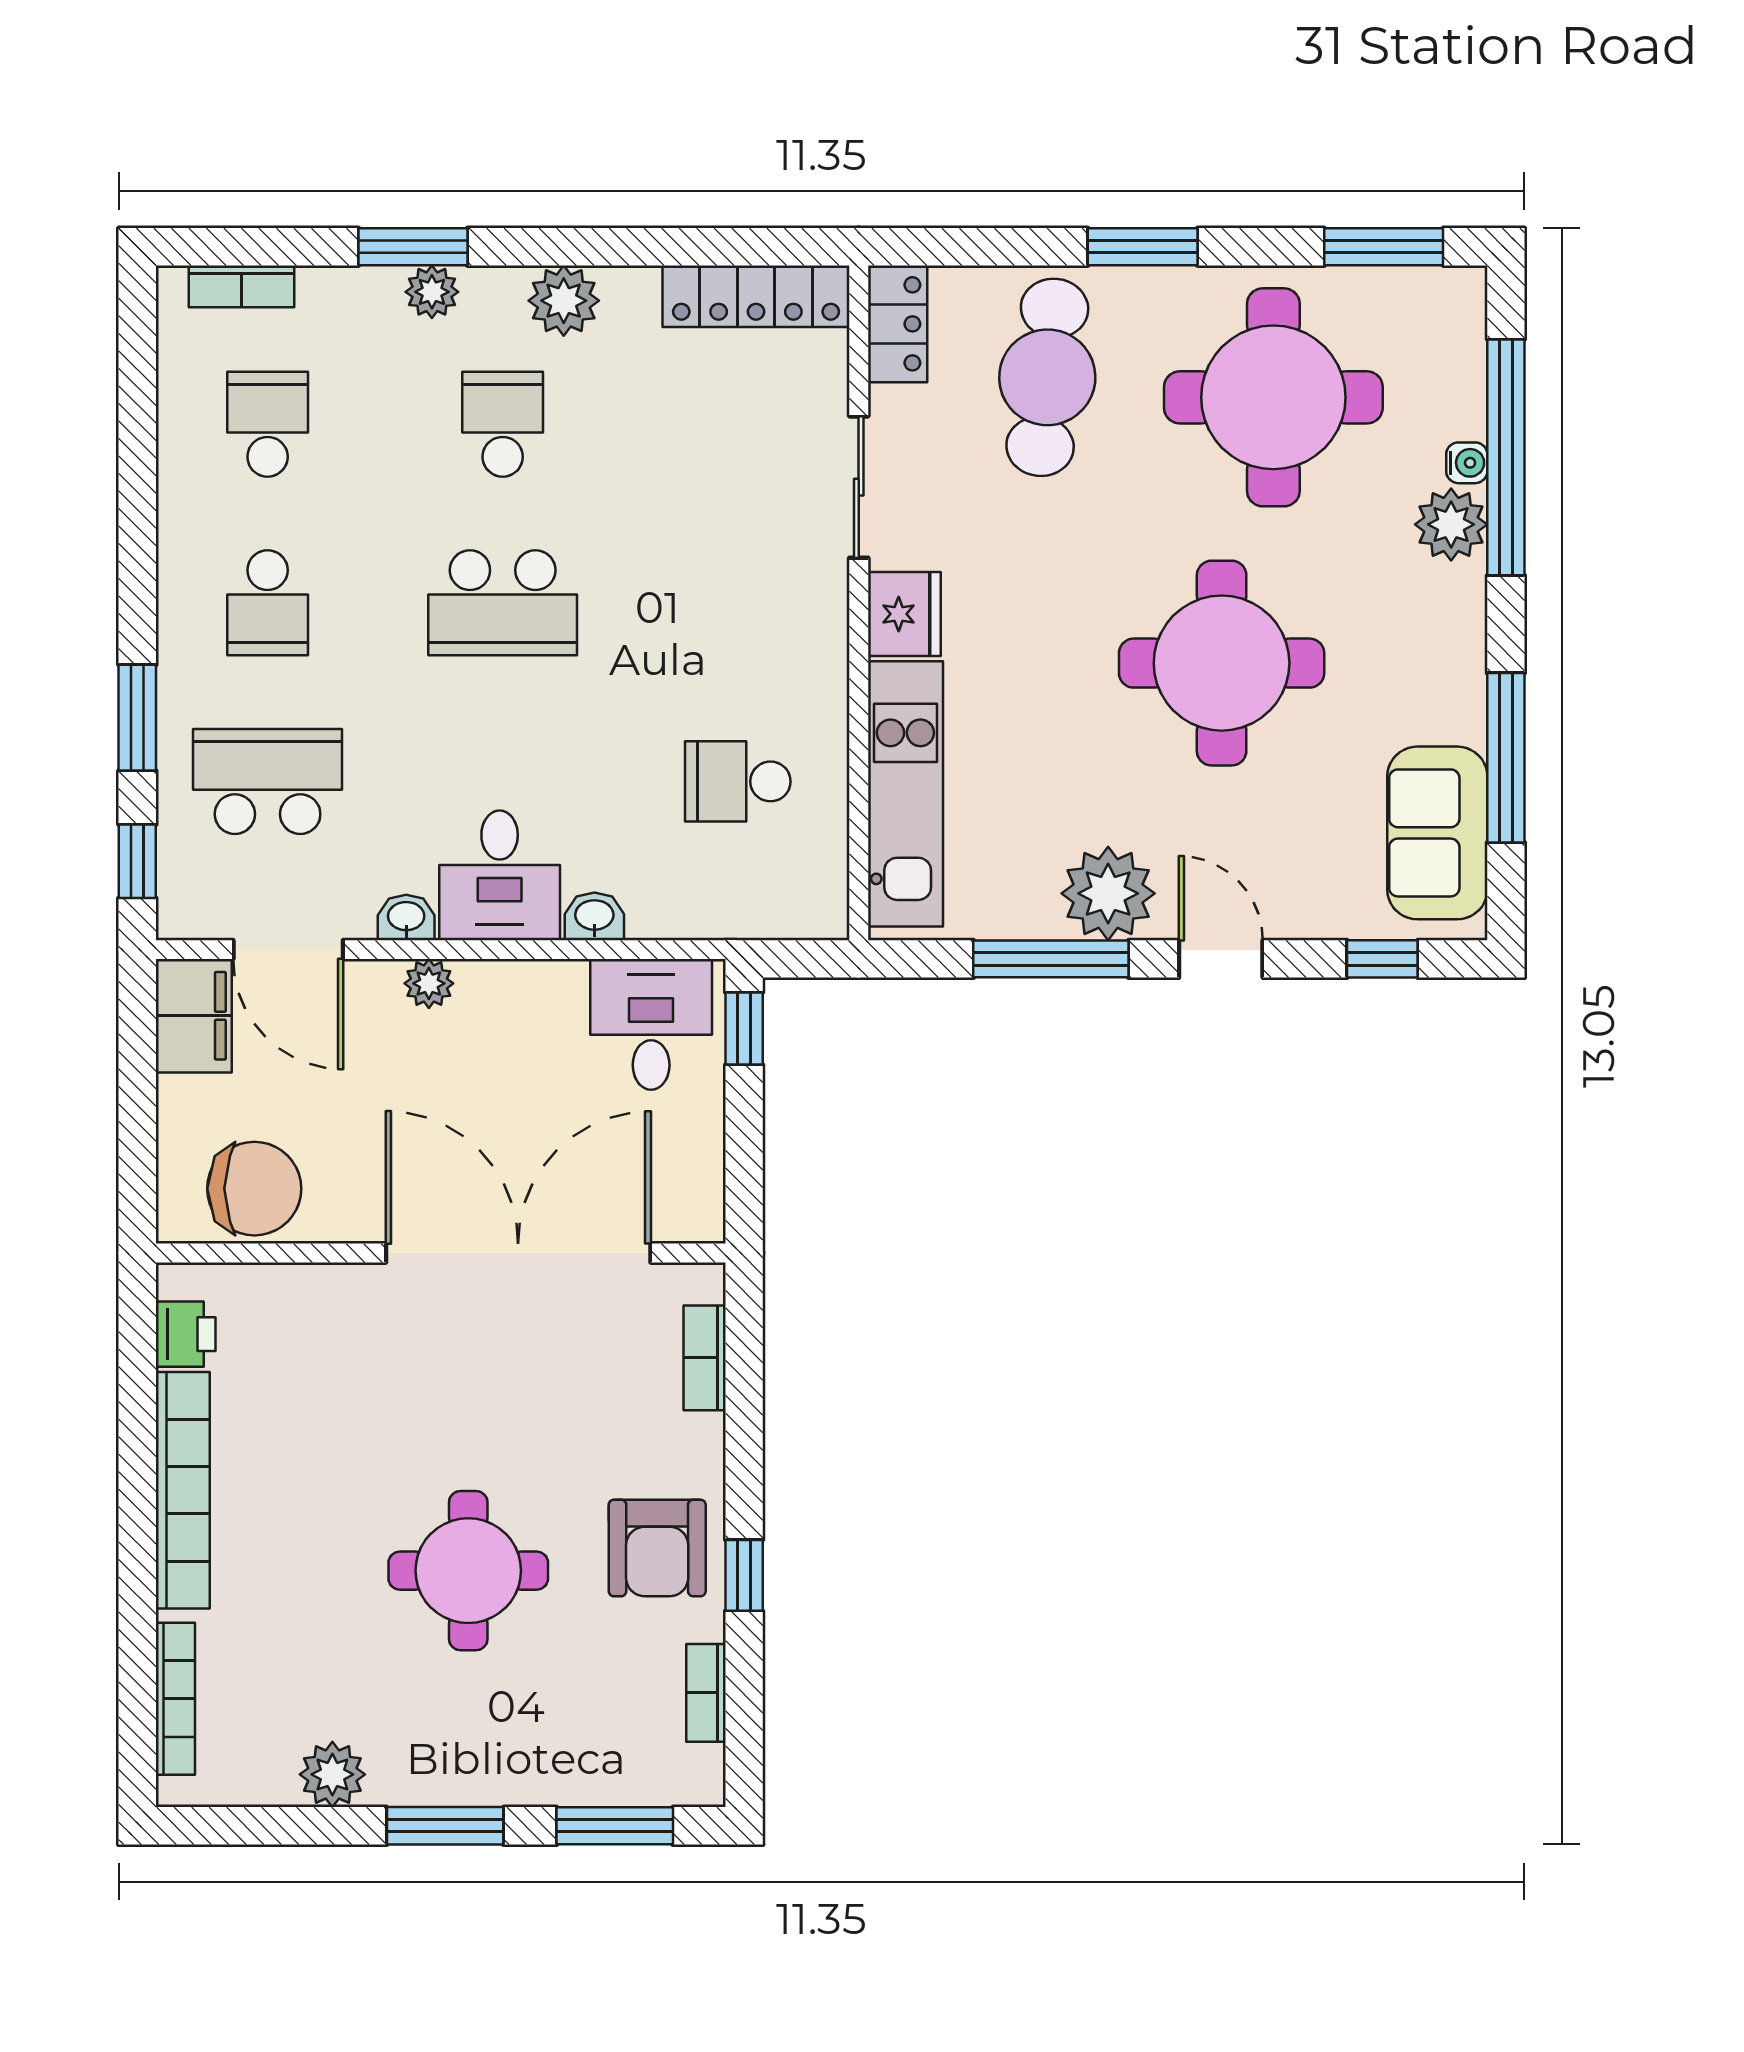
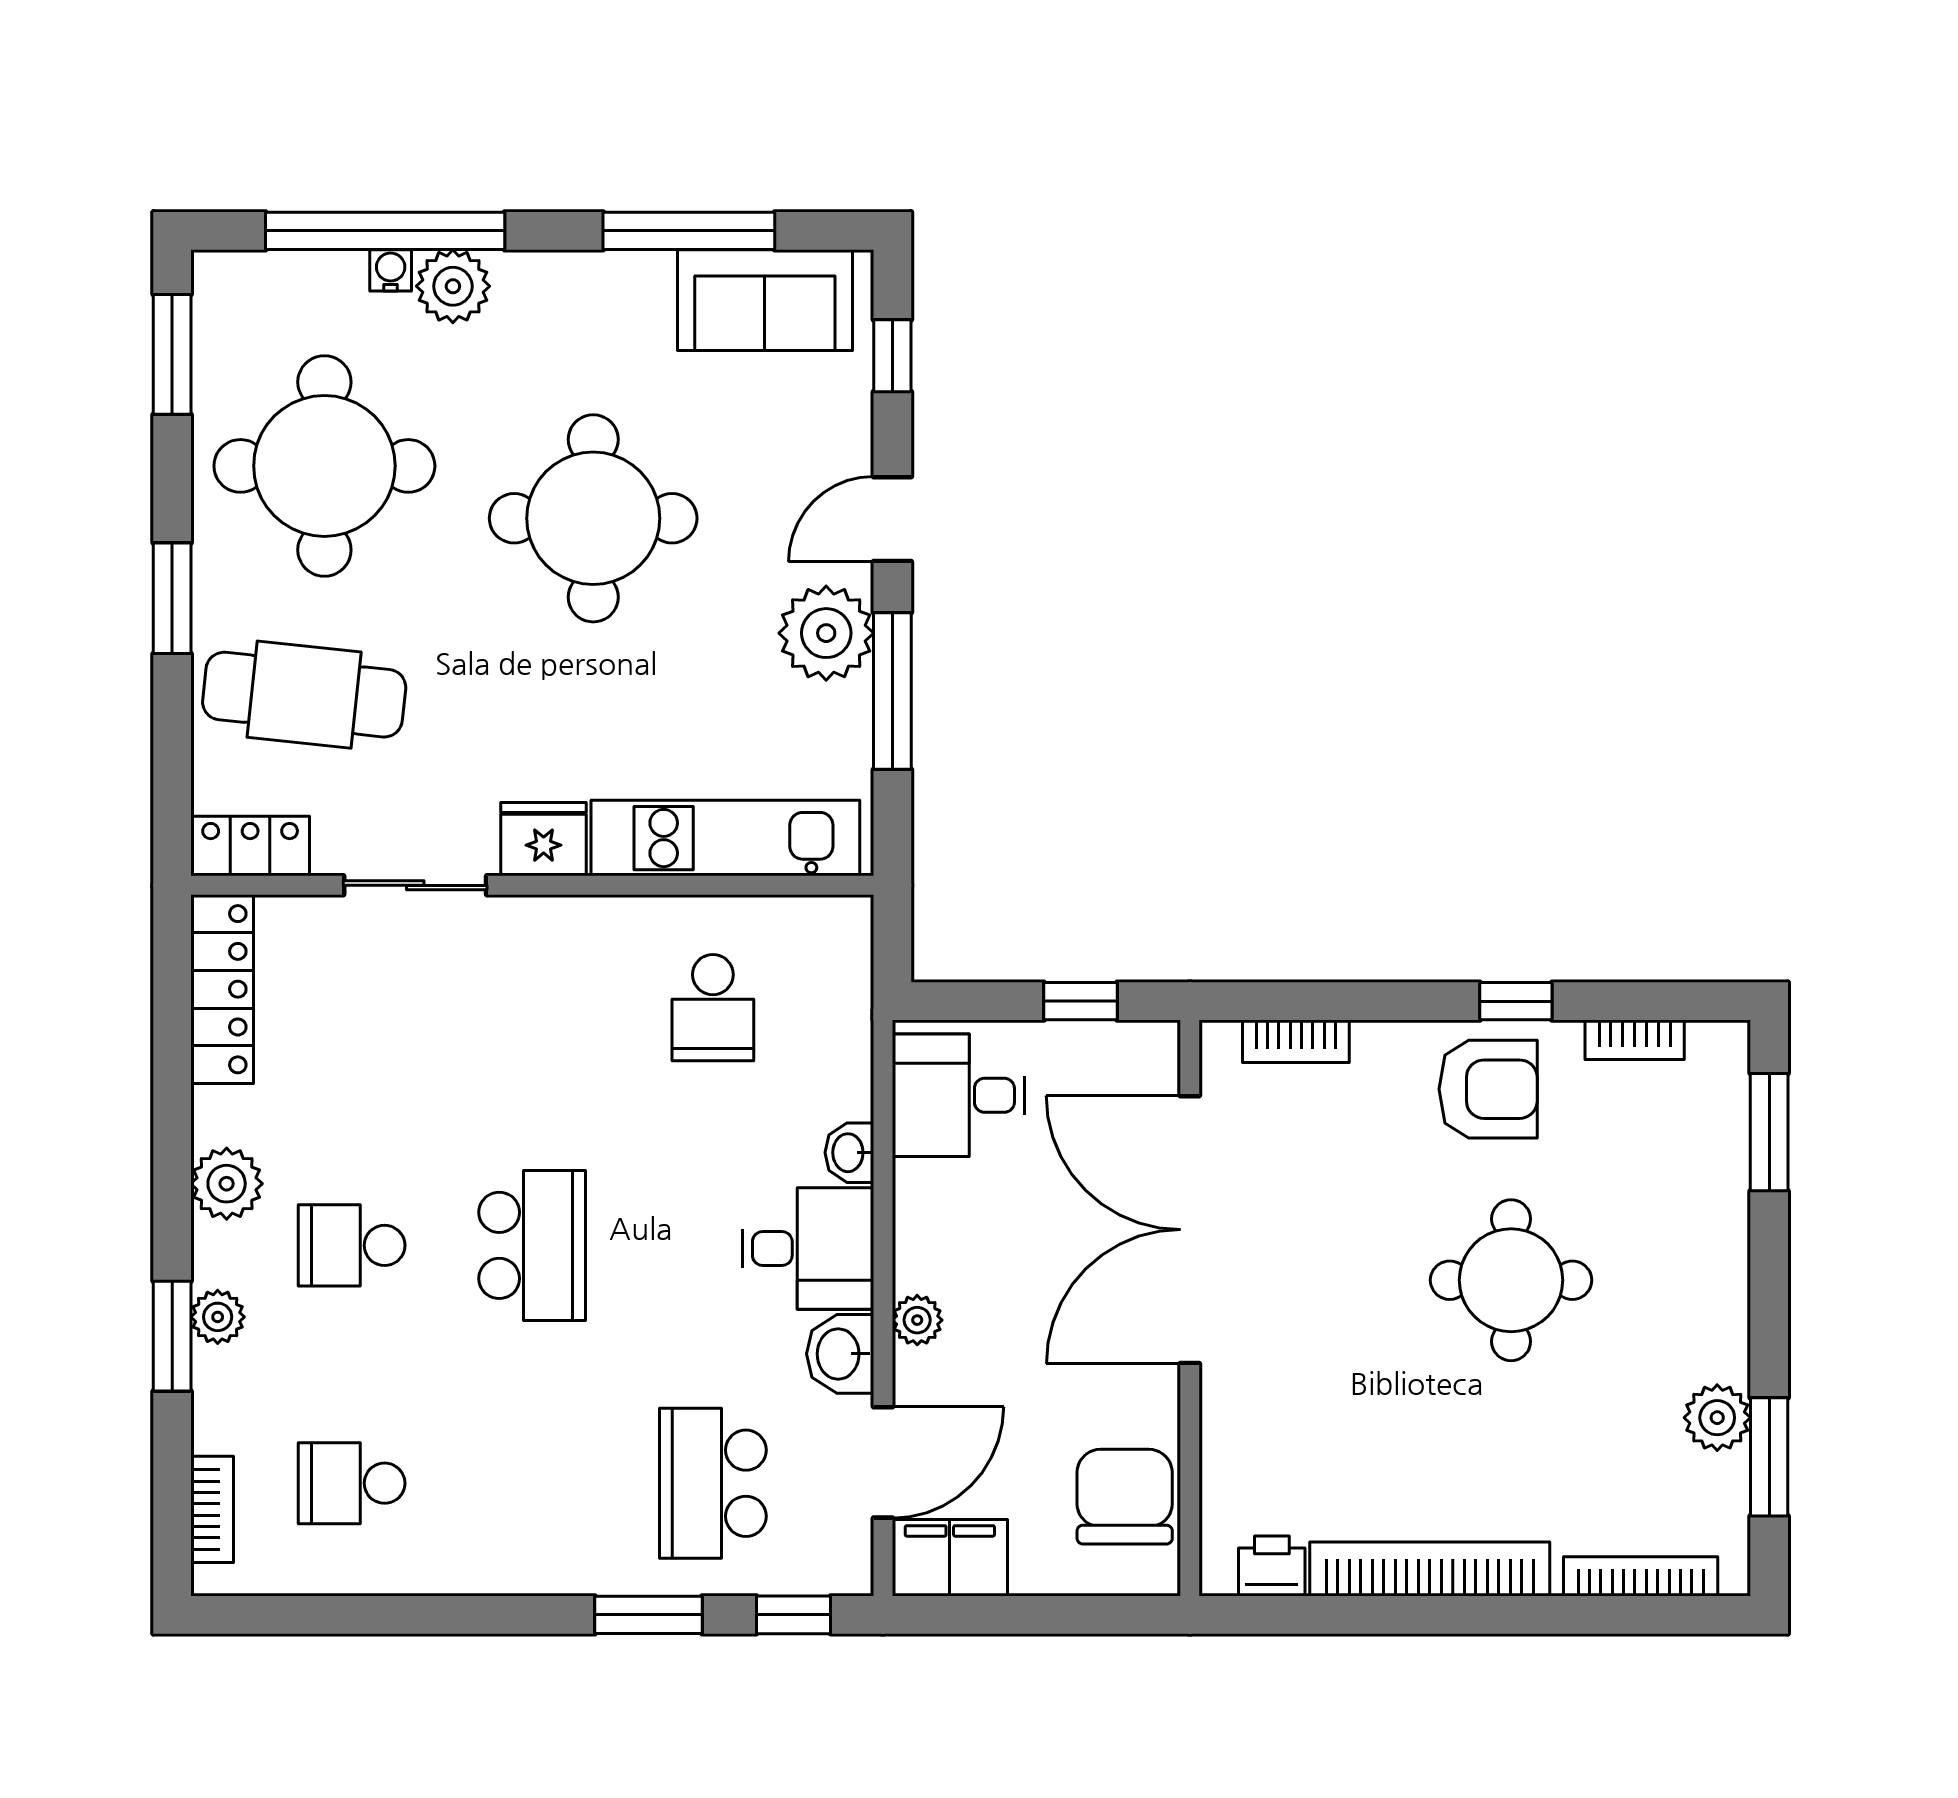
school desk: (268, 603) -> (532, 1483), removed
washbasin: (406, 917) -> (840, 1354), width x1.38, depth x1.45
window: (744, 1028) -> (1081, 1001), moved
window: (445, 1826) -> (1769, 1457), moved

